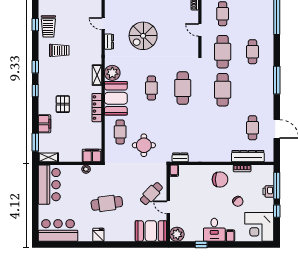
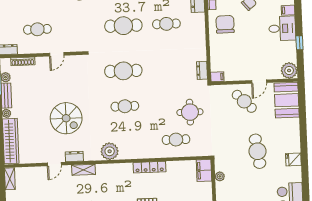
cafe table: (223, 52) -> (166, 24), moved, width x0.73, depth x0.74
shelving: (97, 75) -> (84, 170), moved
booth: (116, 98) -> (138, 146), removed

